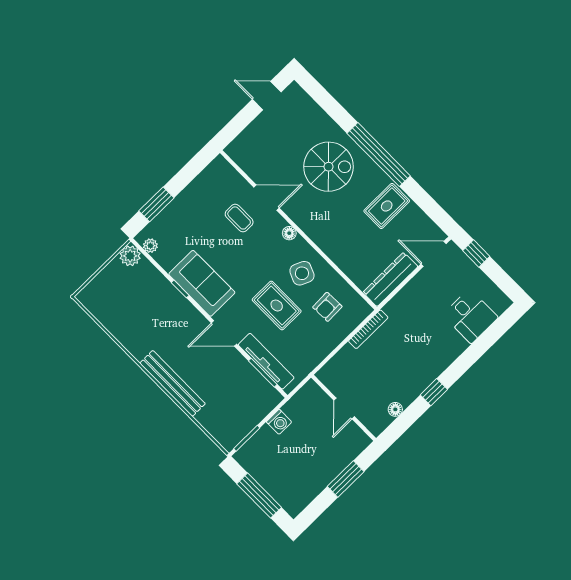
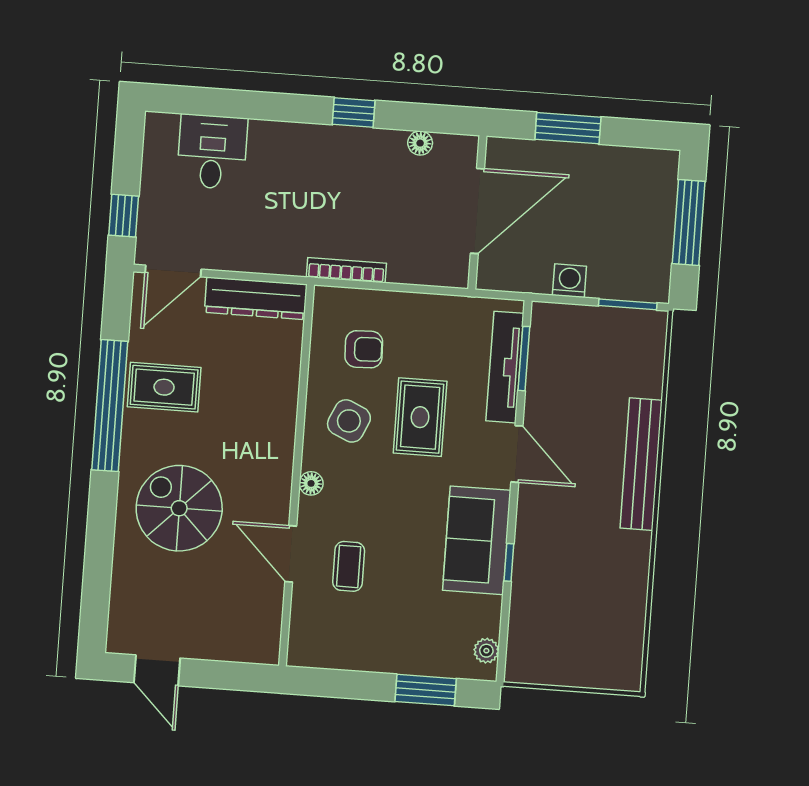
window: (379, 155) -> (110, 406), moved
door: (434, 254) -> (173, 271), hinge flipped
plant: (130, 256) -> (523, 666), removed
door: (344, 408) -> (477, 211), width x1.88

